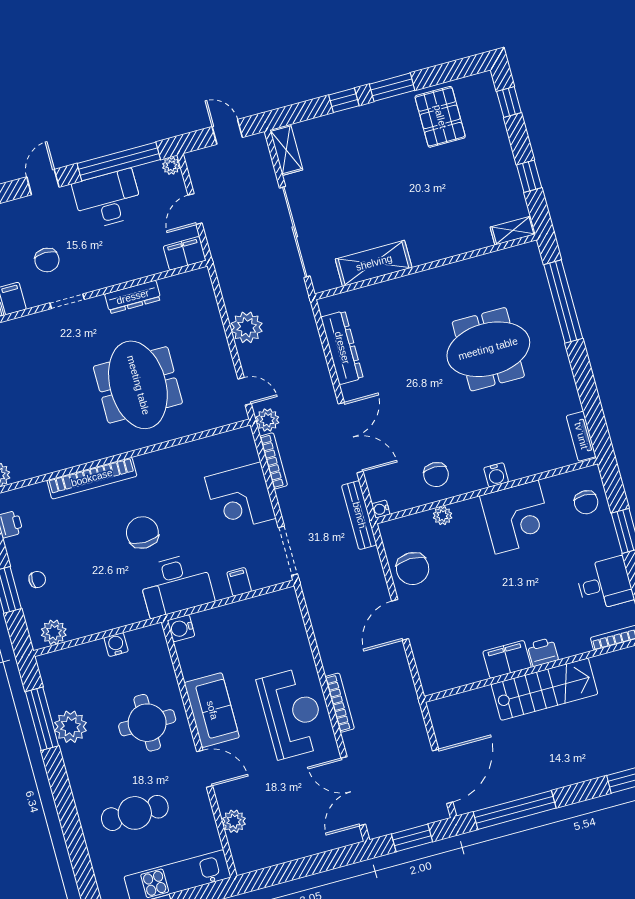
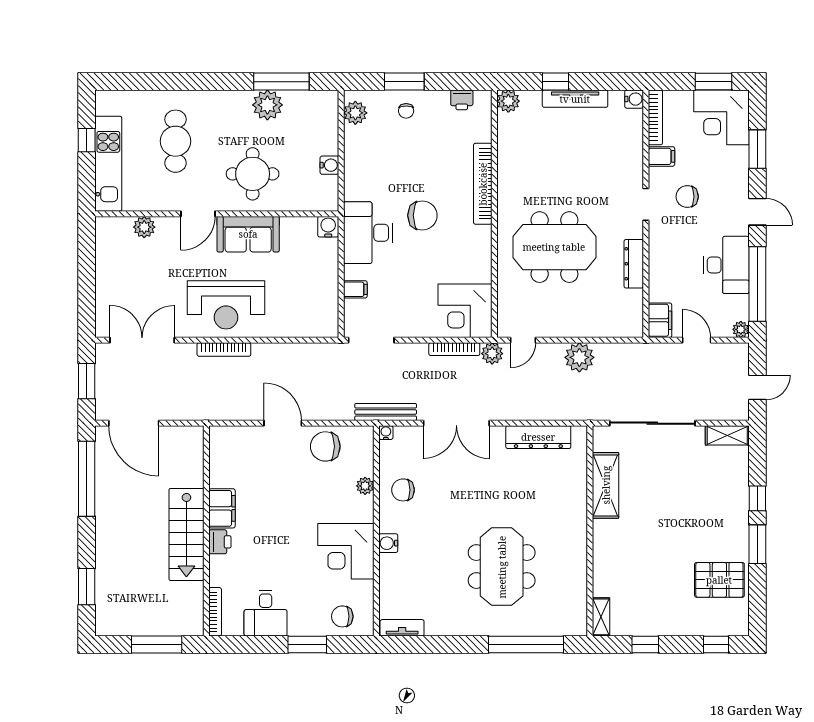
corner desk: (240, 498) -> (465, 311), moved, turned -90

